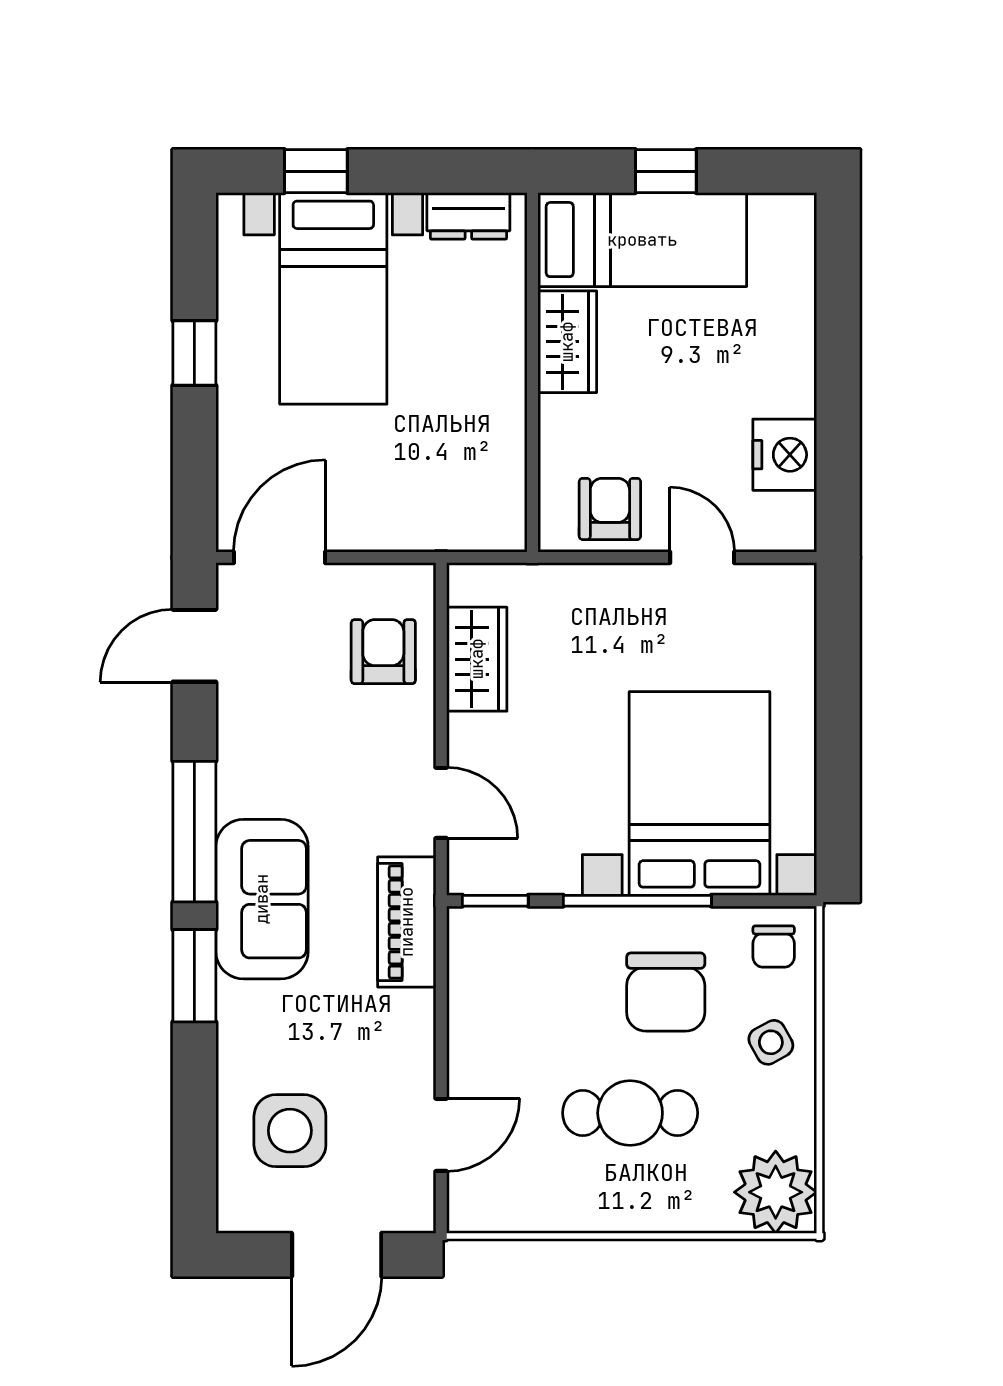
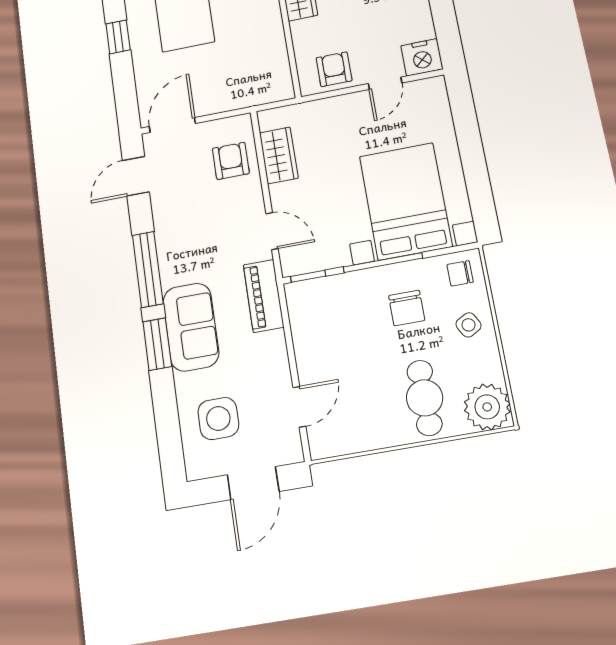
nightstand: (785, 455) -> (422, 57), moved, turned 90
door: (702, 557) -> (385, 83), swing flipped
sofa: (262, 899) -> (191, 327), moved
chair: (774, 946) -> (460, 273), turned 90
chair: (666, 992) -> (407, 308), width x0.73, depth x0.73
cafe table: (630, 1113) -> (425, 398), moved, turned 90

